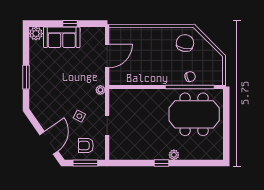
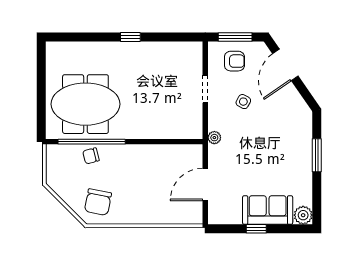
plant: (174, 155) -> (113, 48), removed

